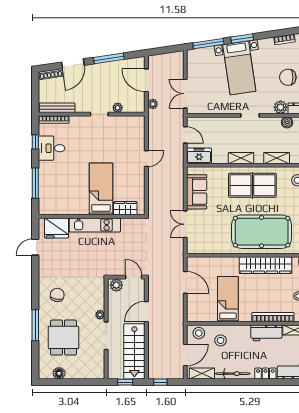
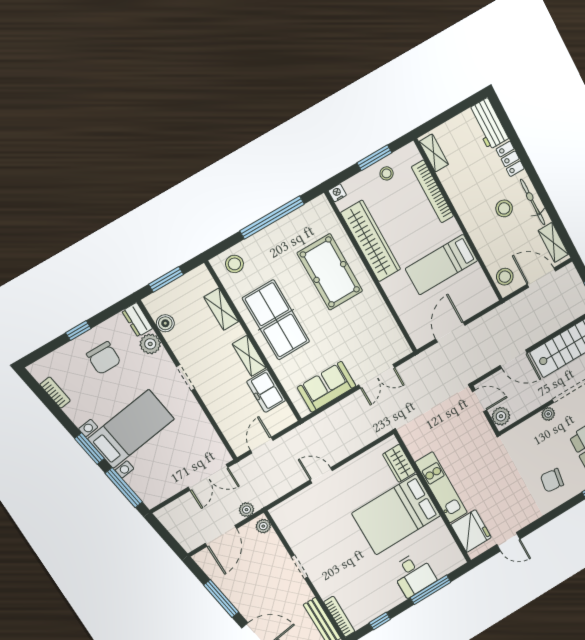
plant: (118, 108) -> (263, 526), moved
desk: (52, 148) -> (413, 574), moved
freezer: (199, 156) -> (266, 391), moved
bed: (101, 189) -> (396, 514), width x1.50
pool table: (262, 232) -> (330, 272), width x0.73, depth x0.76
door: (134, 277) -> (479, 401), swing flipped
workbench: (266, 333) -> (457, 188), removed
stool: (221, 340) -> (504, 208), moved

